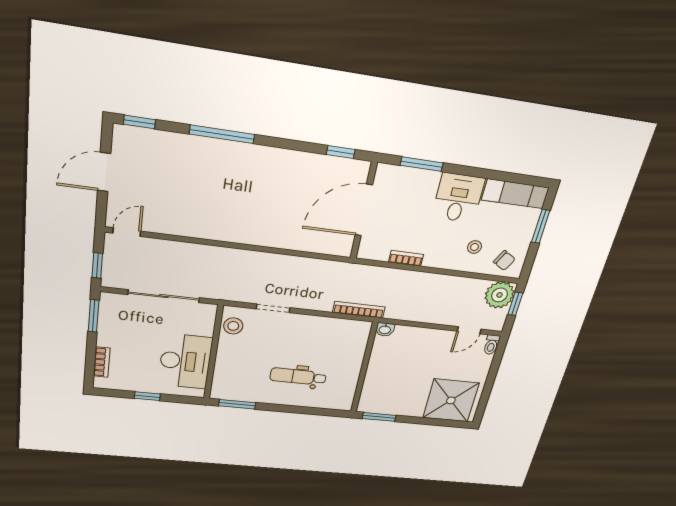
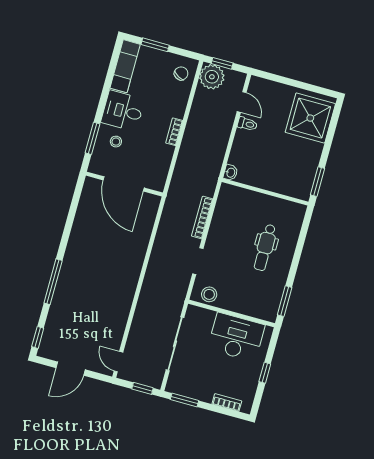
window: (341, 152) -> (76, 198), removed
door: (104, 172) -> (71, 369), hinge flipped
stool: (474, 247) -> (116, 142), moved
bookcase: (406, 258) -> (174, 132), moved
bookcase: (359, 310) -> (202, 218), moved
toilet: (491, 345) -> (247, 124), moved

